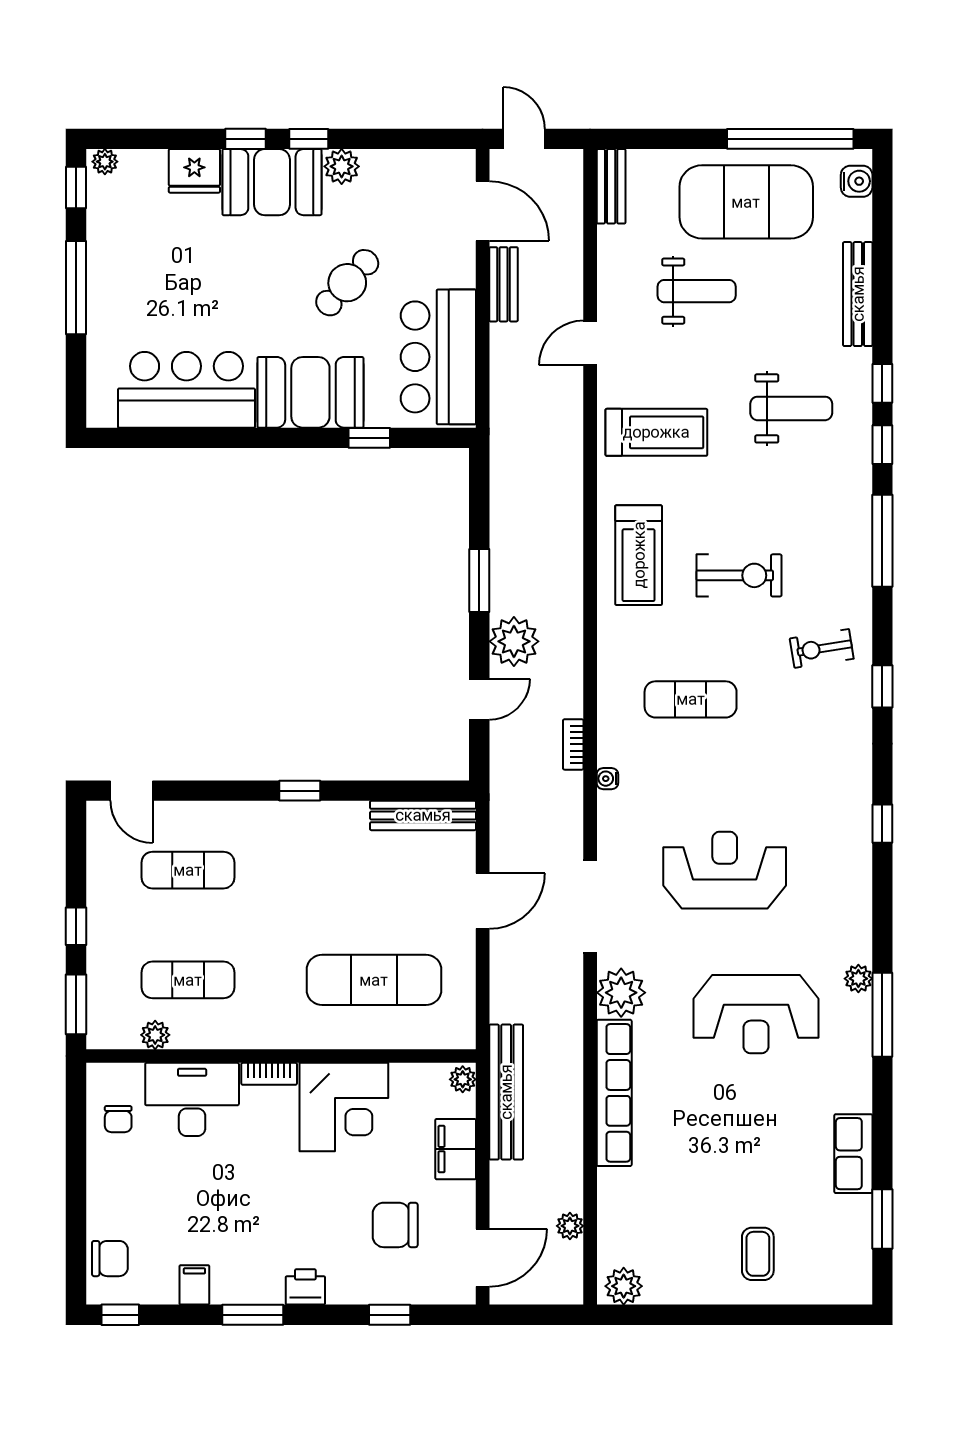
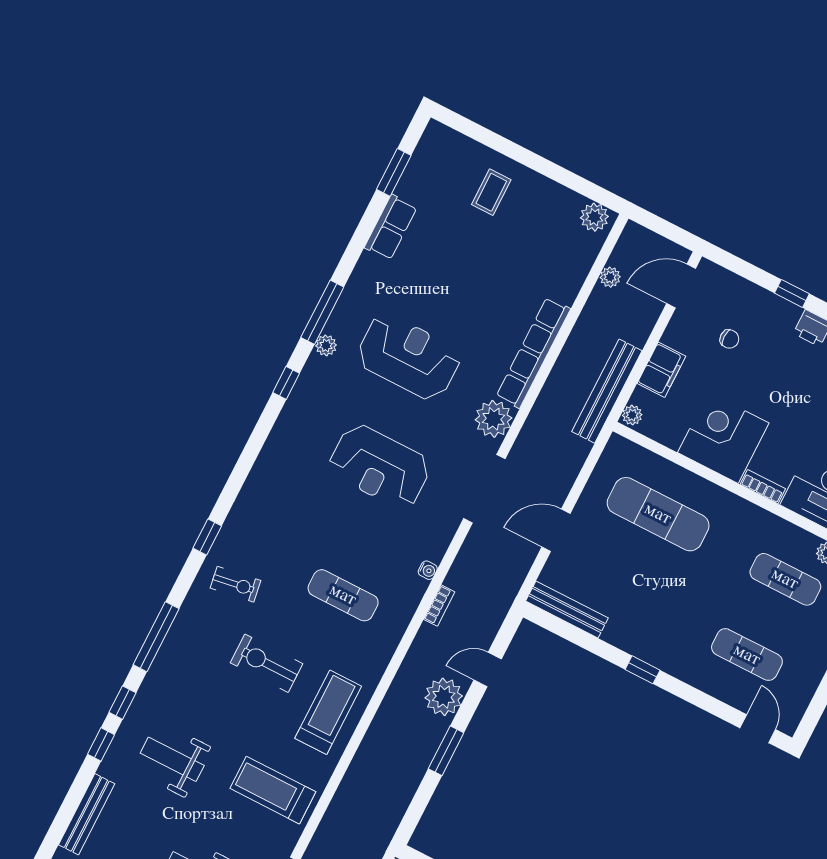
window: (882, 824) -> (286, 383), moved
chair: (395, 1225) -> (729, 339), width x0.54, depth x0.54
window: (390, 1315) -> (792, 293), moved

